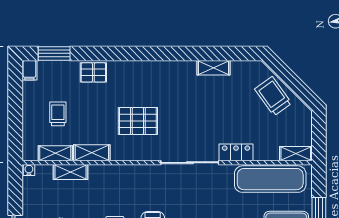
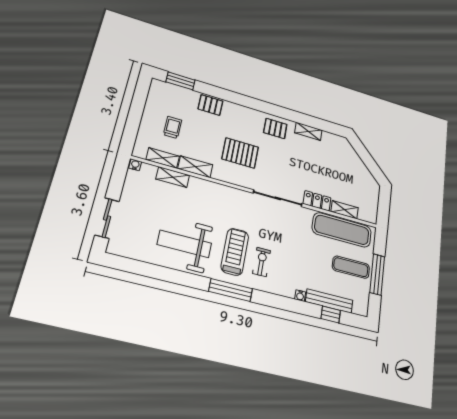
filing cabinet: (29, 70) -> (156, 87), removed
pallet: (173, 77) -> (275, 128), added
trolley: (273, 96) -> (352, 166), removed
shelving: (296, 154) -> (345, 210), moved

